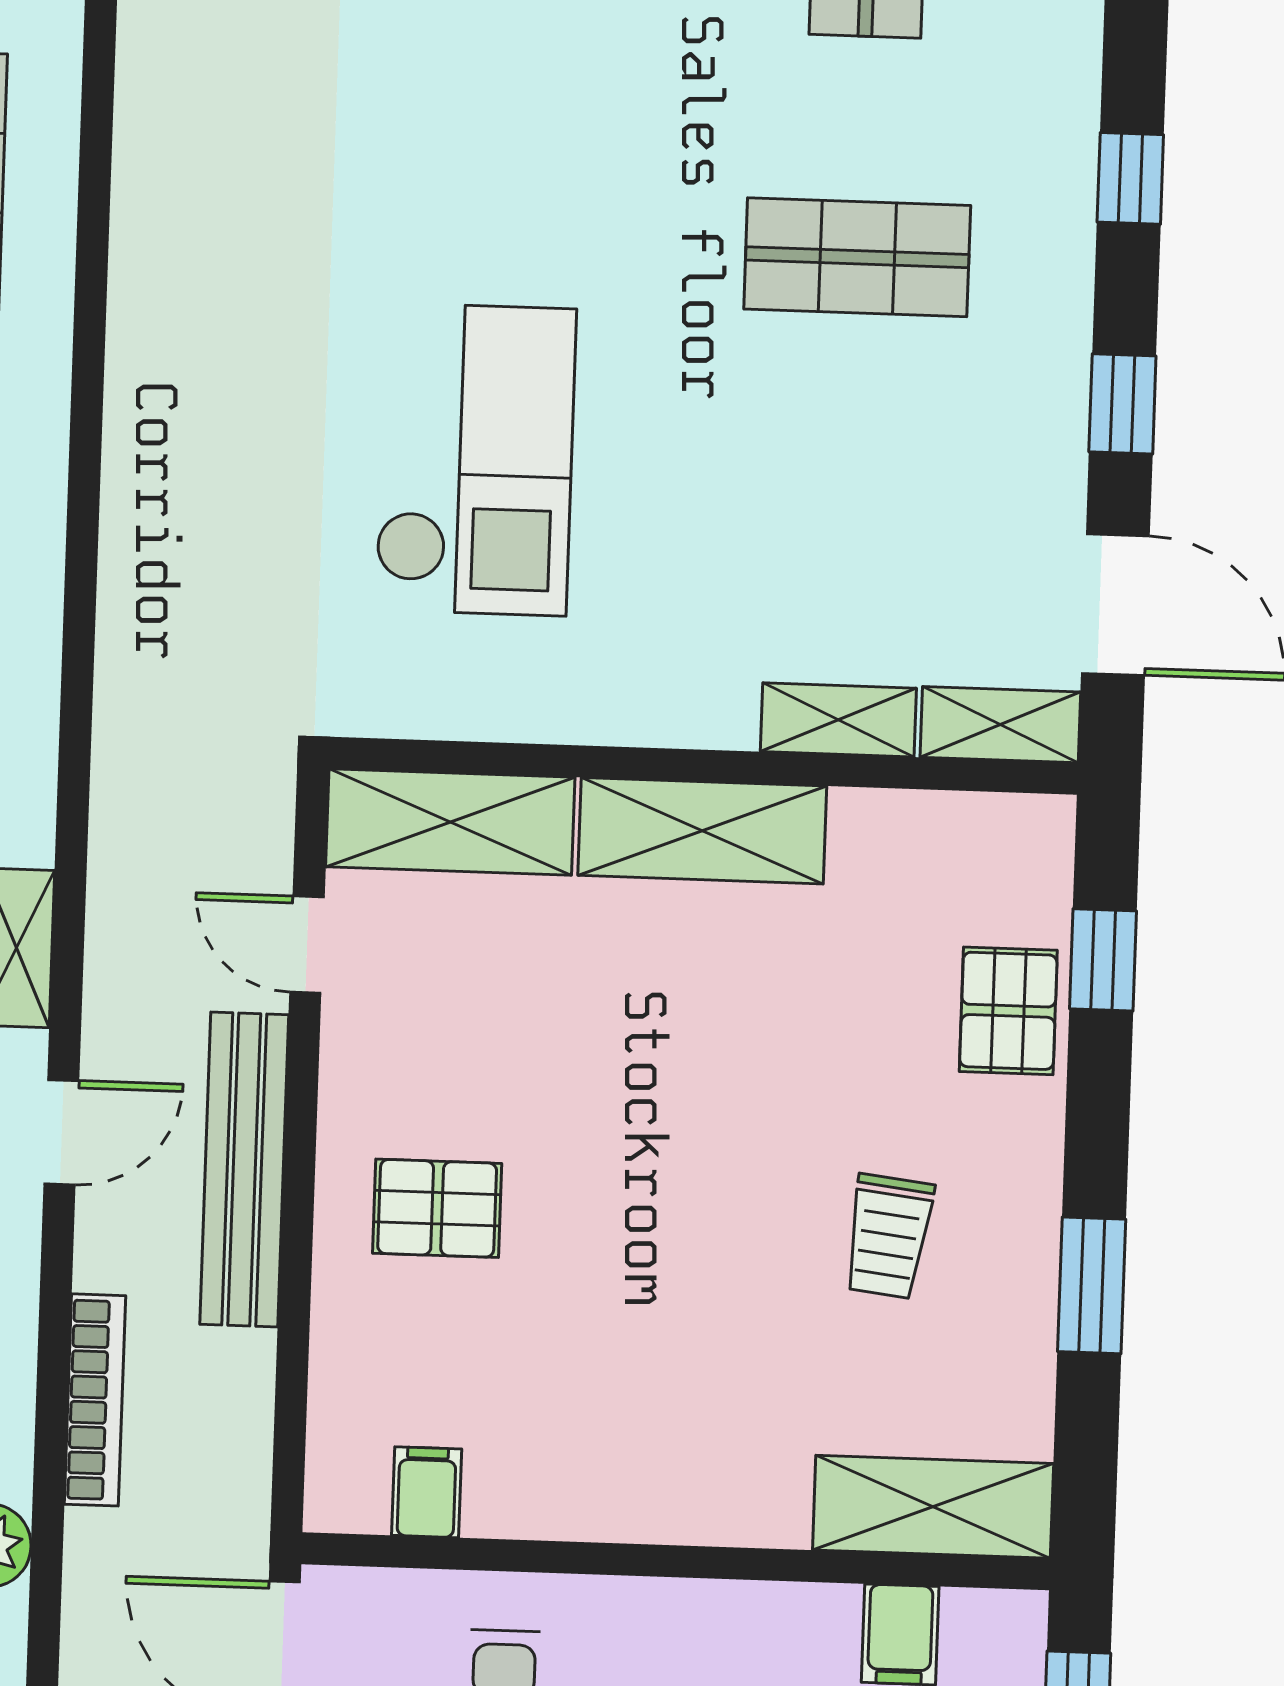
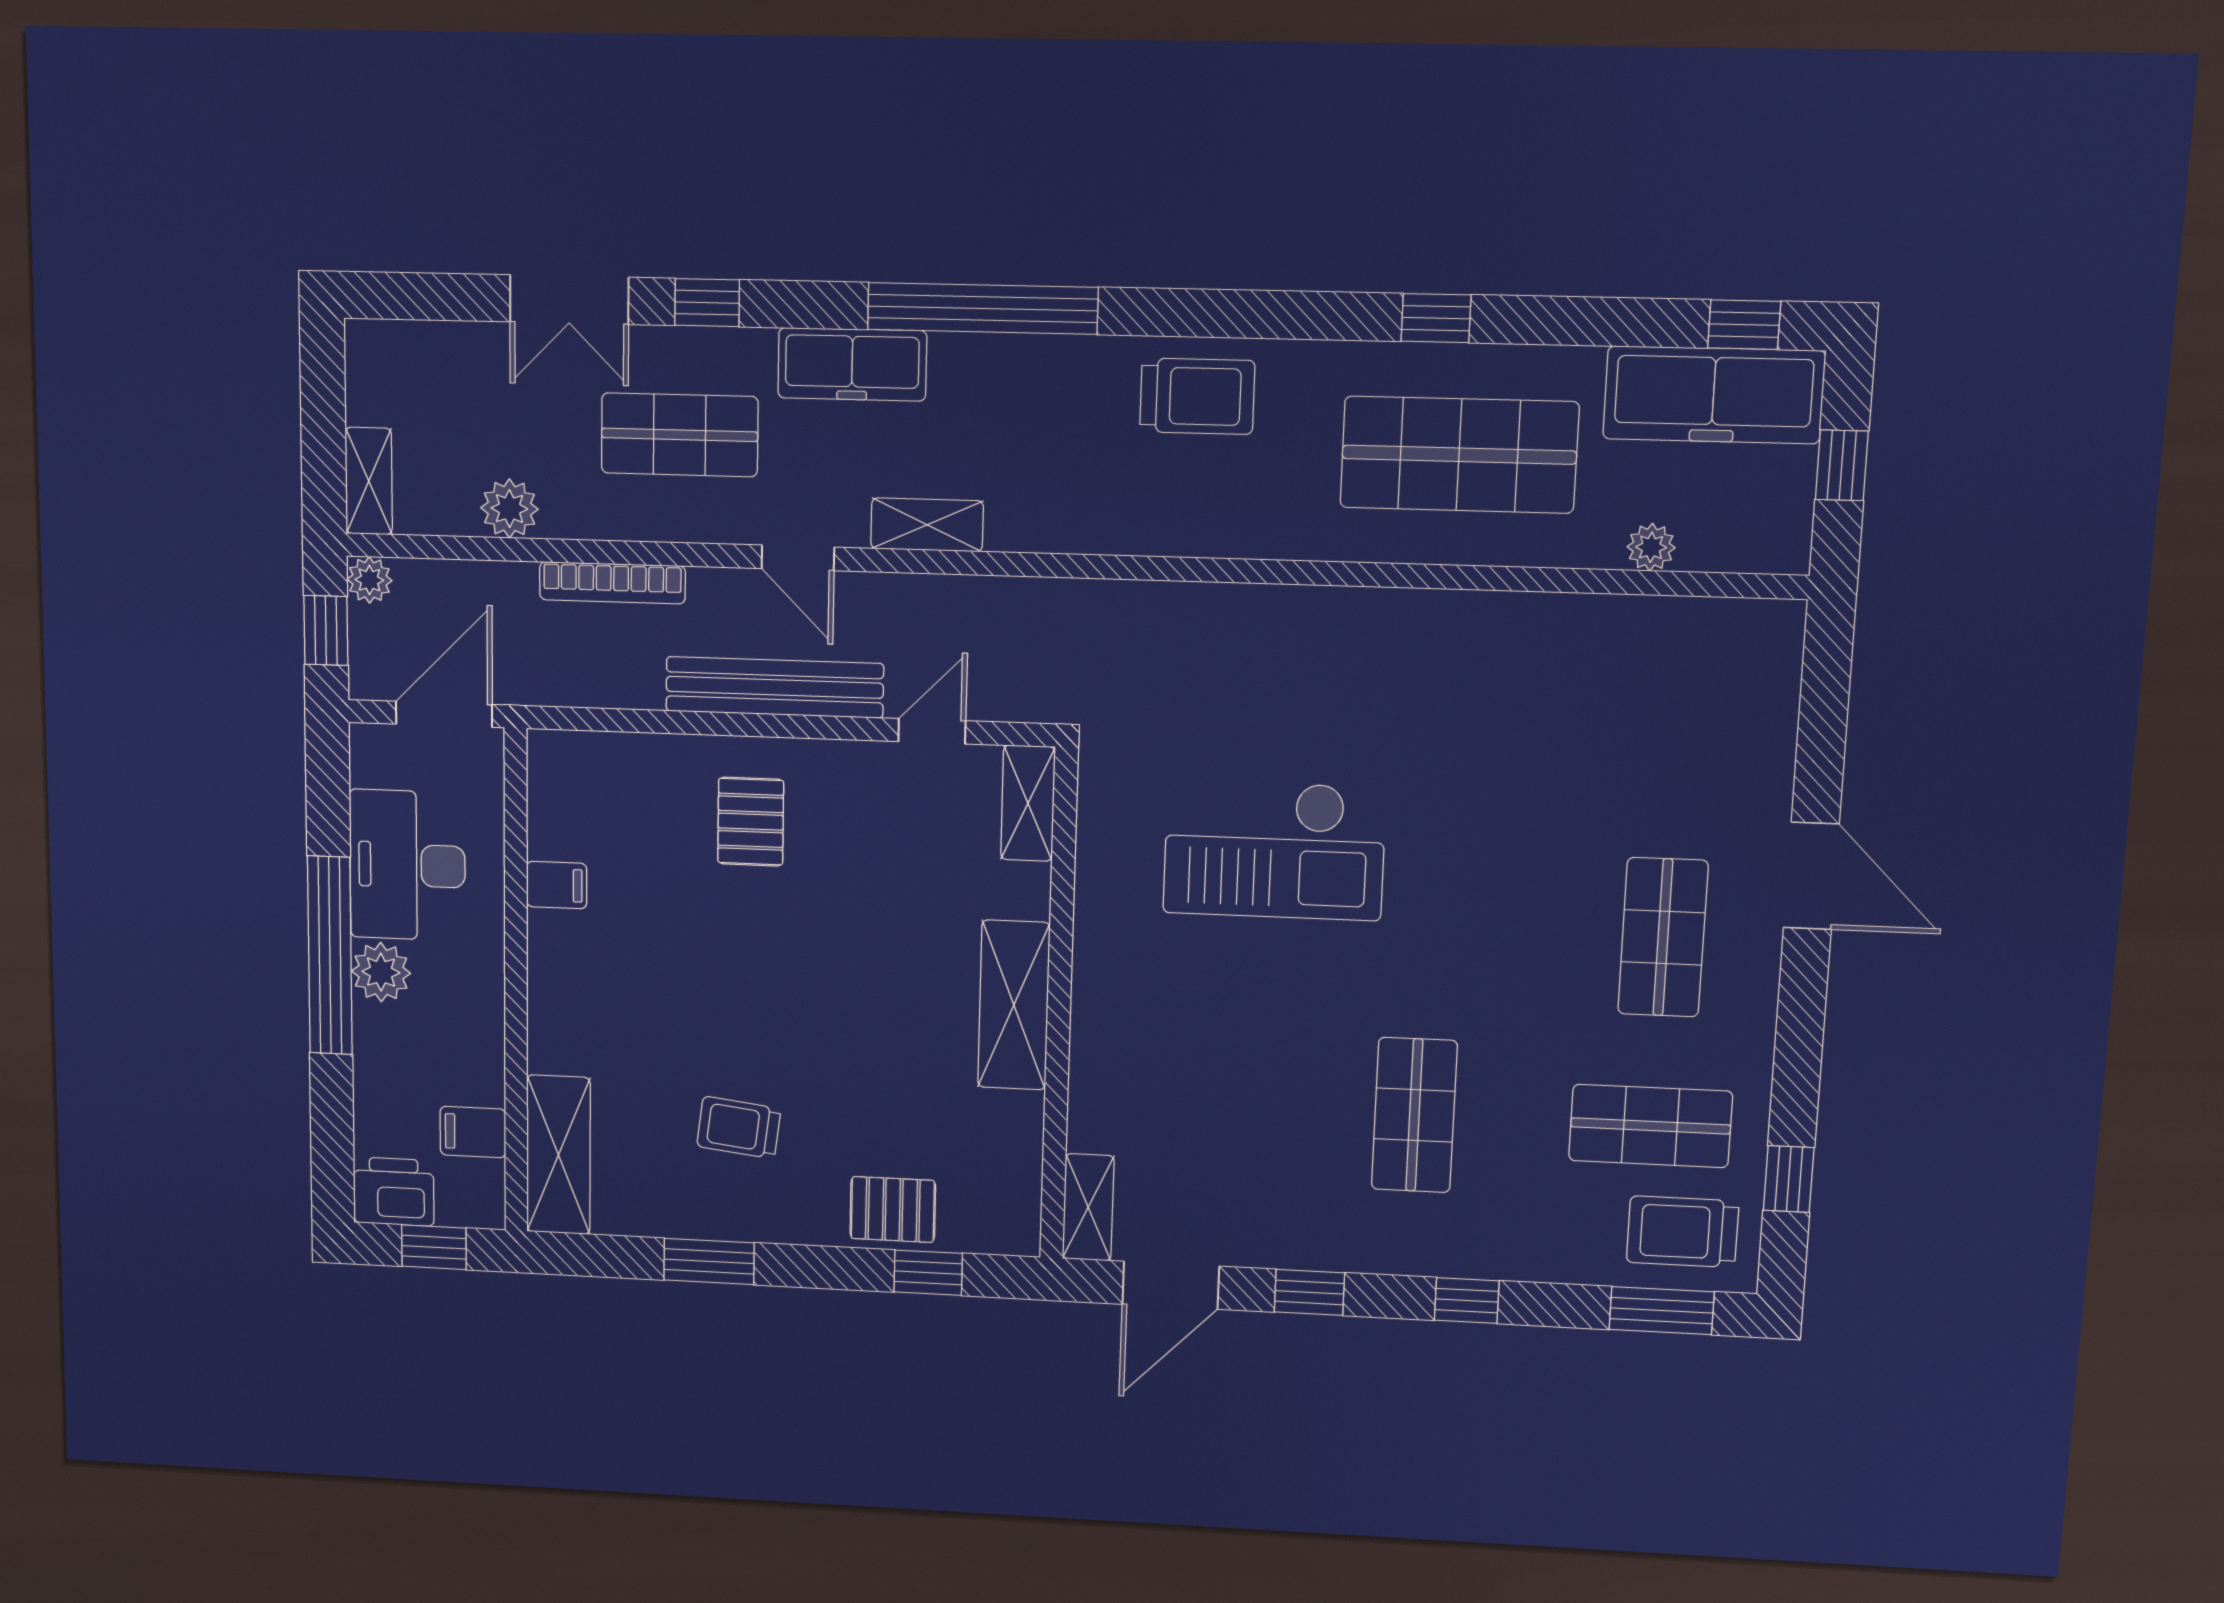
shelving: (838, 720) -> (1091, 1098), removed
shelving: (450, 822) -> (1028, 803), width x0.67, depth x0.75
filing cabinet: (427, 1492) -> (557, 885), moved

